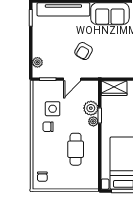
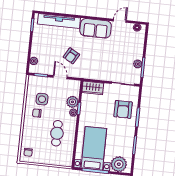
door: (72, 79) -> (60, 77), swing flipped

